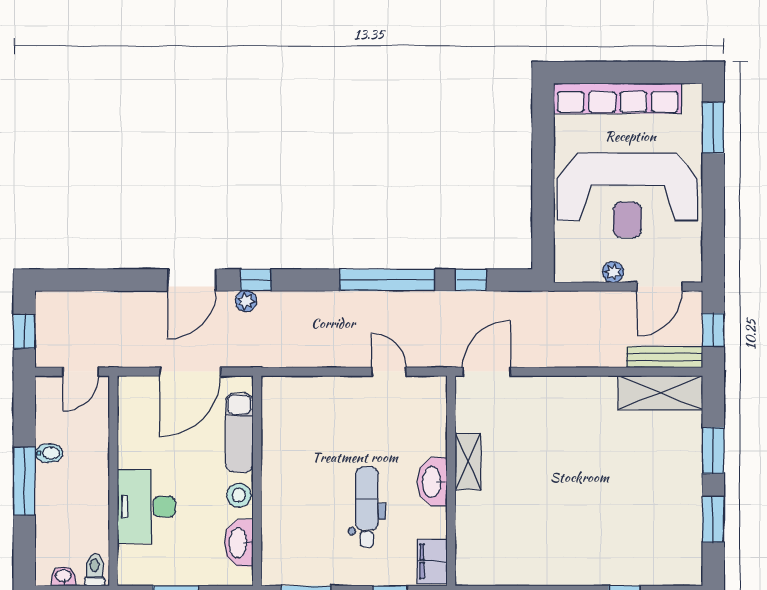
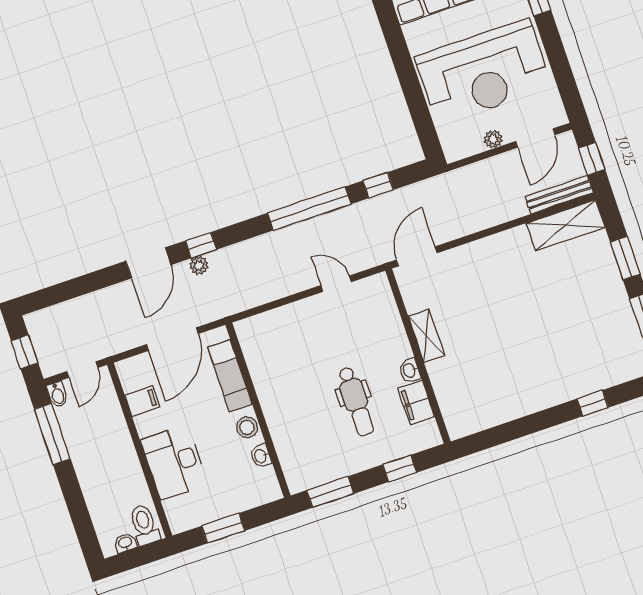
filing cabinet: (134, 428) -> (142, 401), added
bidet: (49, 453) -> (57, 394), moved, turned 90
window: (24, 481) -> (52, 434), moved
washbasin: (432, 482) -> (410, 370), width x0.52, depth x0.69
dental chair: (367, 507) -> (356, 401), turned 180
washbasin: (239, 543) -> (261, 456), width x0.52, depth x0.69
filing cabinet: (432, 561) -> (416, 402), moved
toilet: (95, 570) -> (144, 525), width x1.37, depth x1.39

